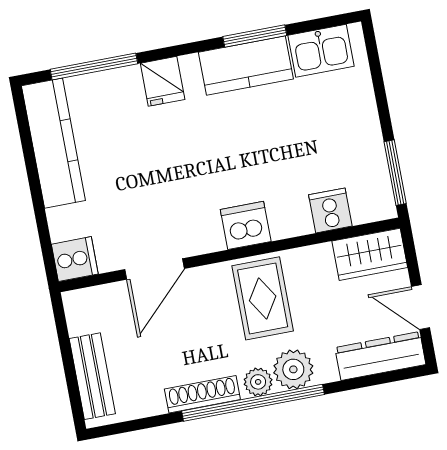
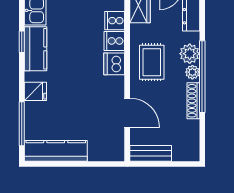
window: (255, 36) -> (22, 42), width x0.67
cooker: (75, 259) -> (114, 41), moved, turned -90
rug: (263, 298) -> (152, 62), turned 90
bench: (92, 376) -> (151, 153), moved

